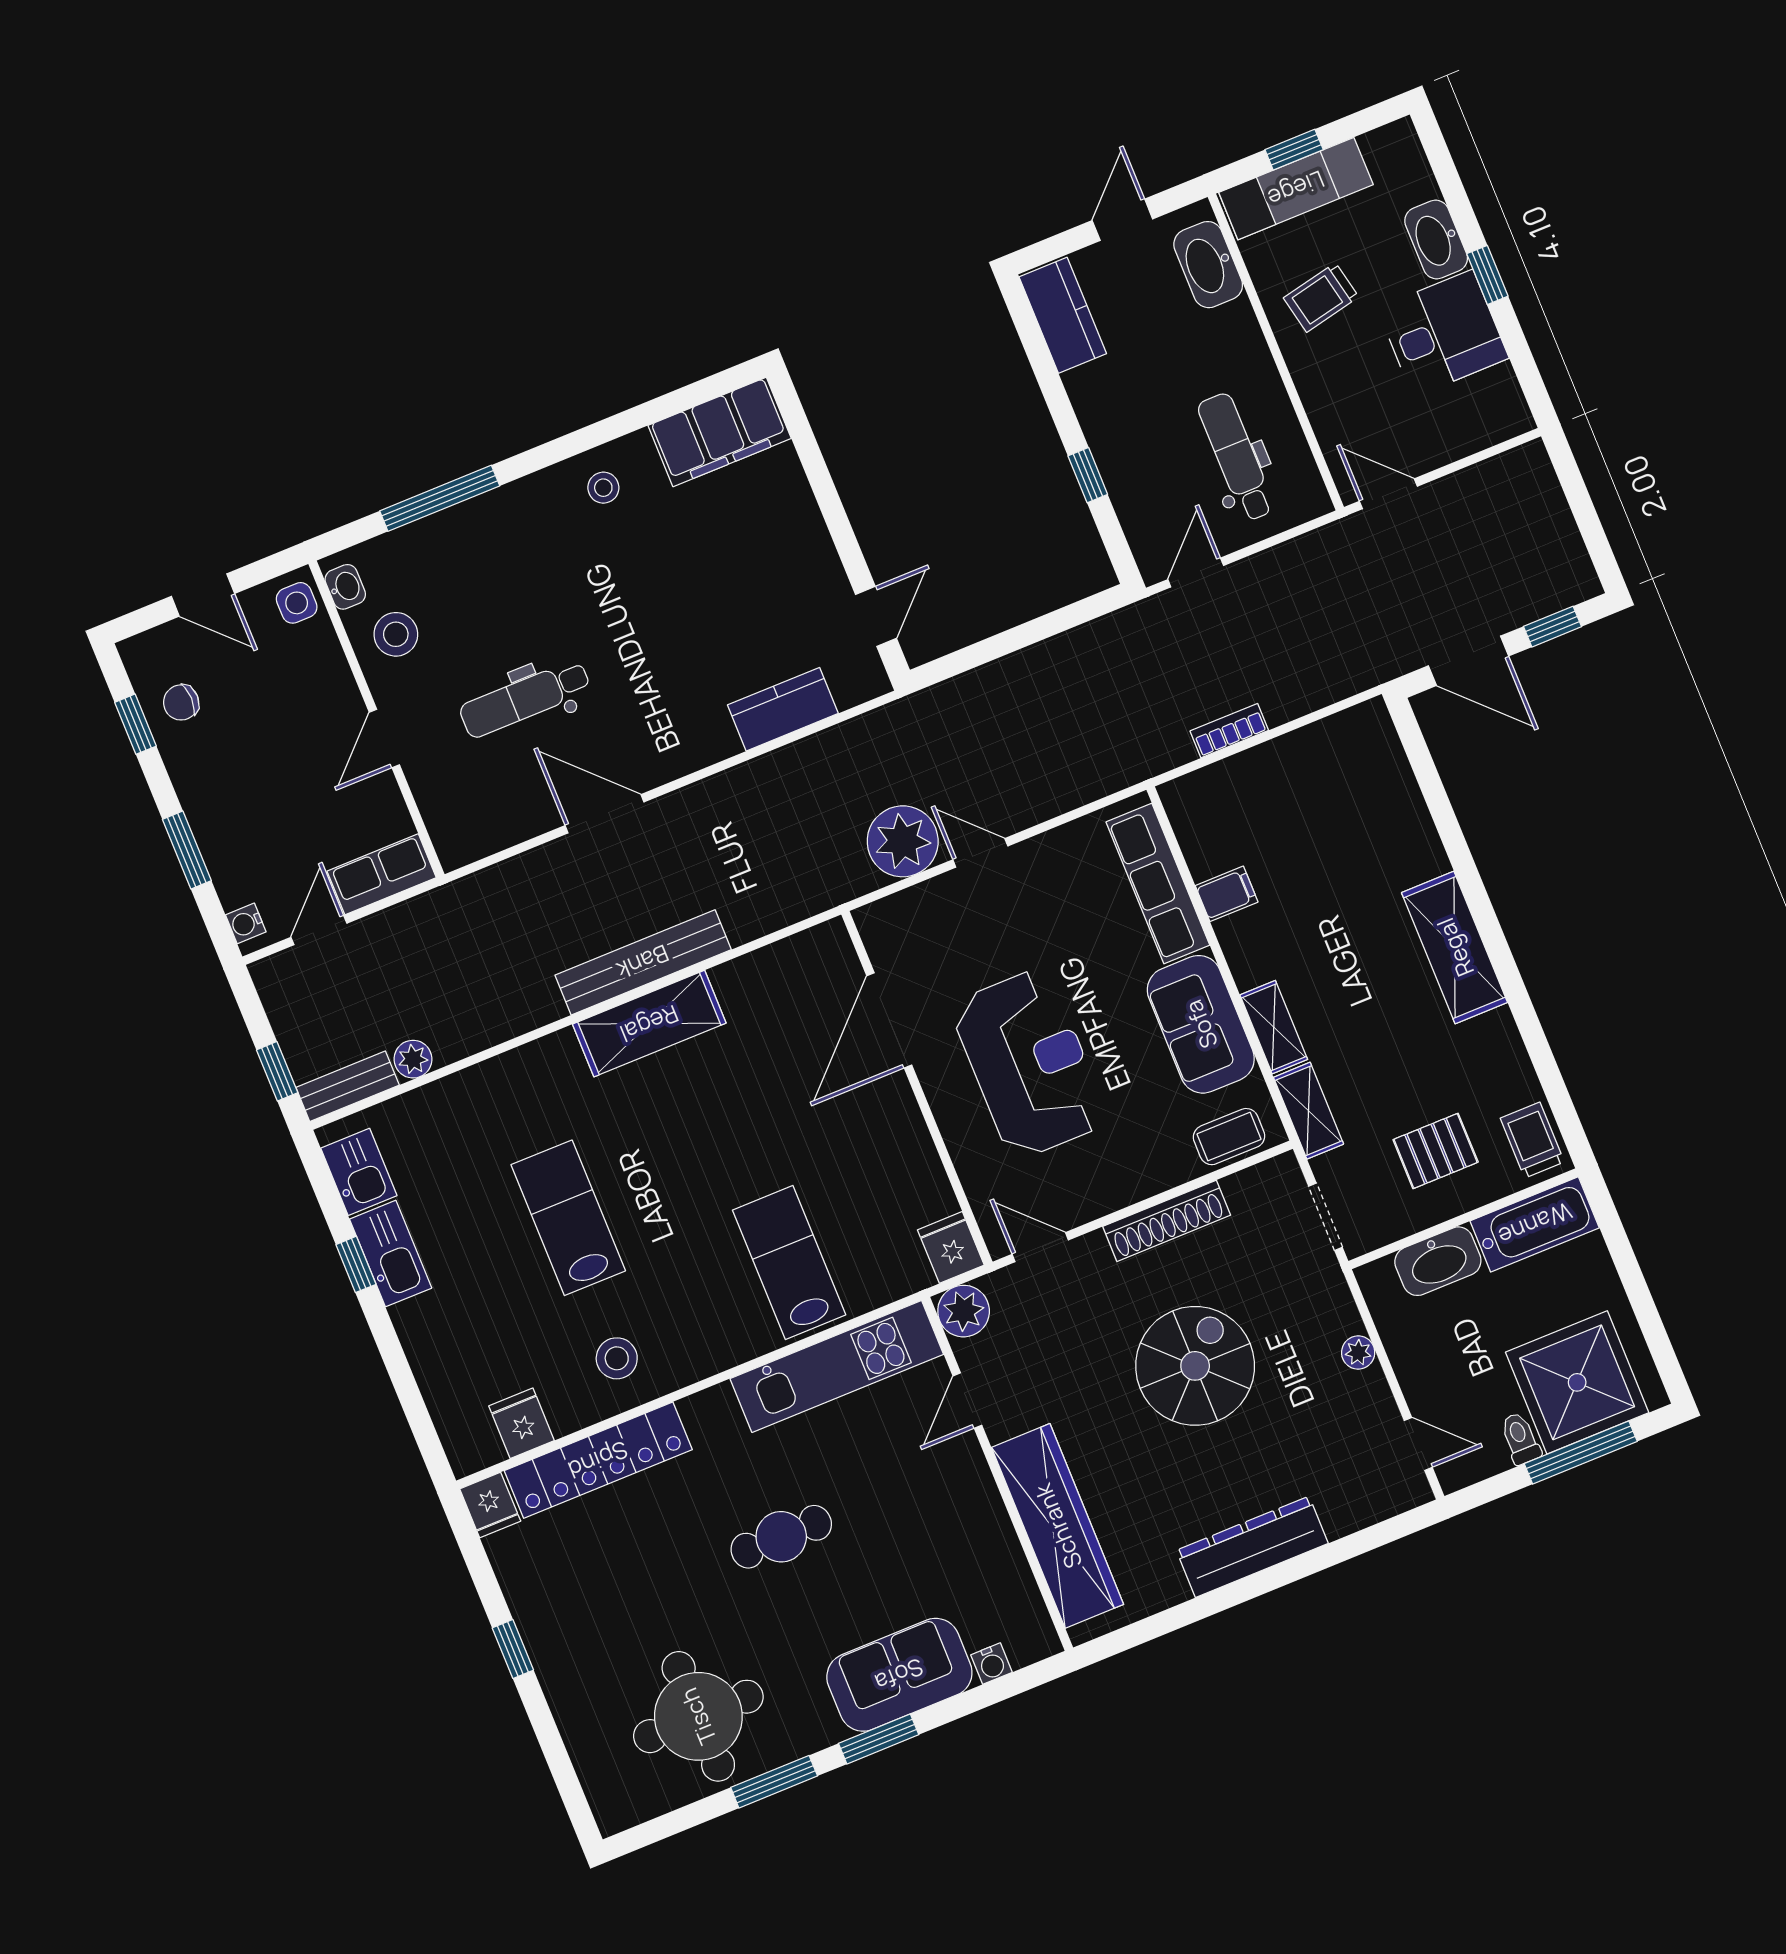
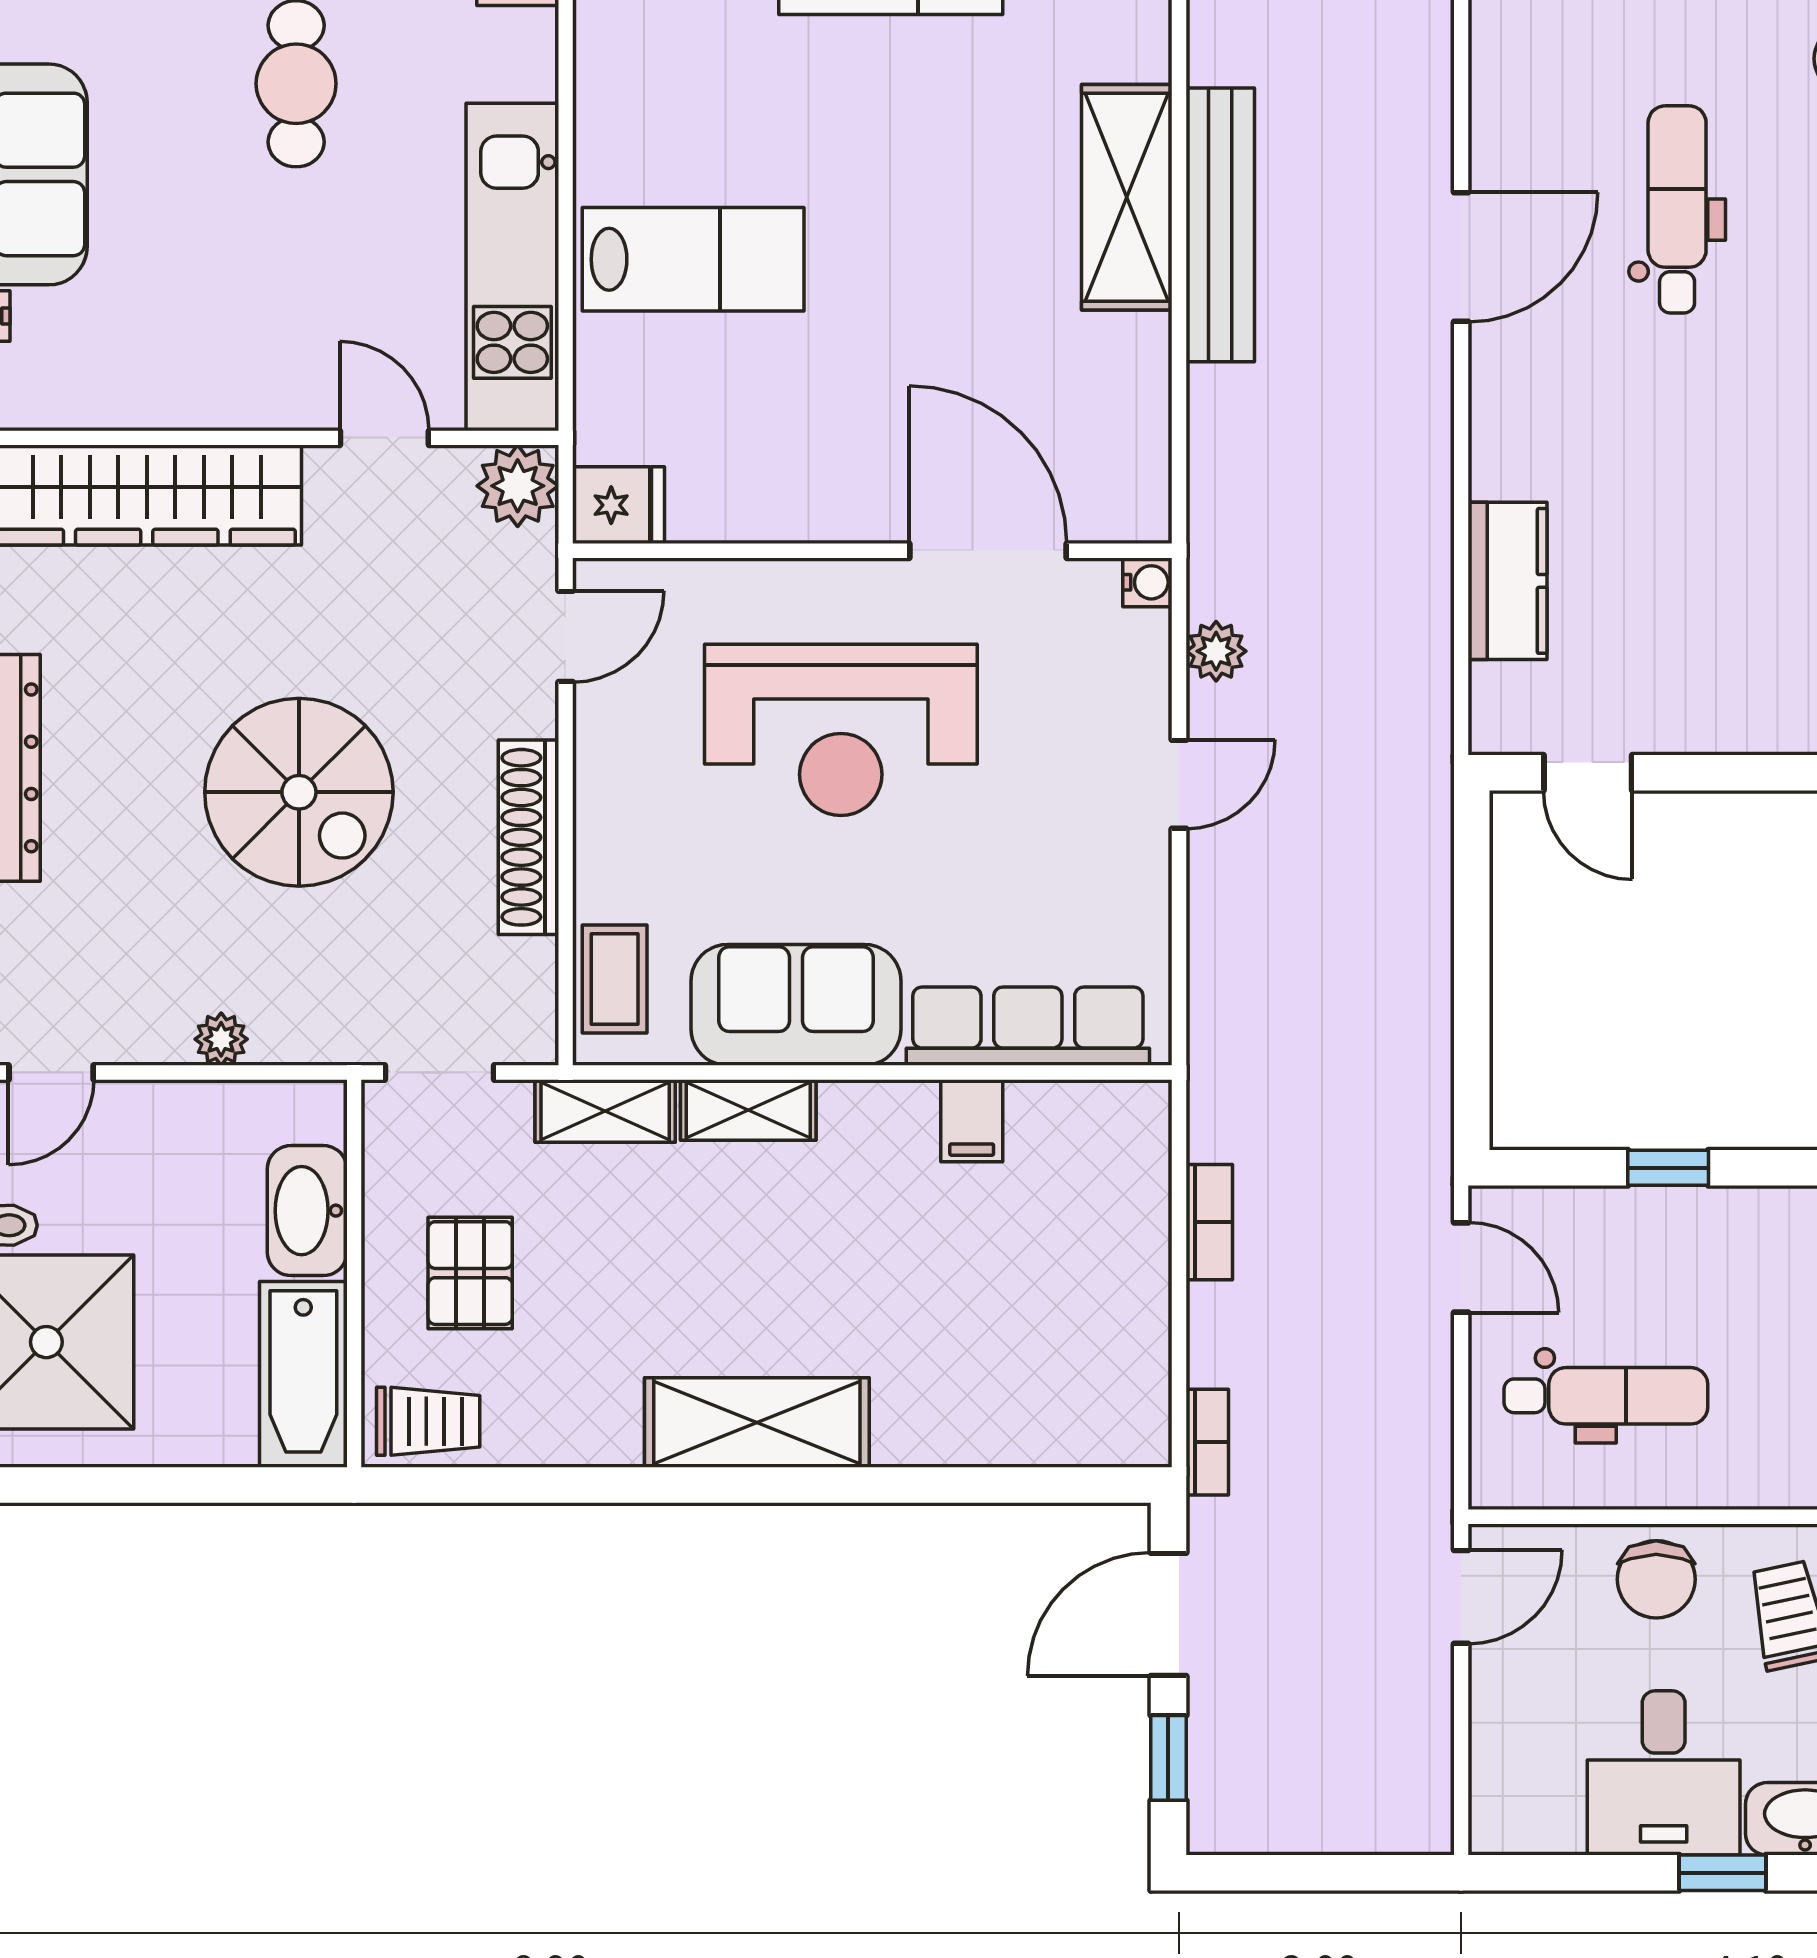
chair: (1331, 384) -> (1656, 1579), added
bookcase: (1358, 679) -> (1207, 1442), added
plant: (903, 841) -> (1216, 651), width x0.53, depth x0.53
water cooler: (870, 920) -> (1147, 582), added

